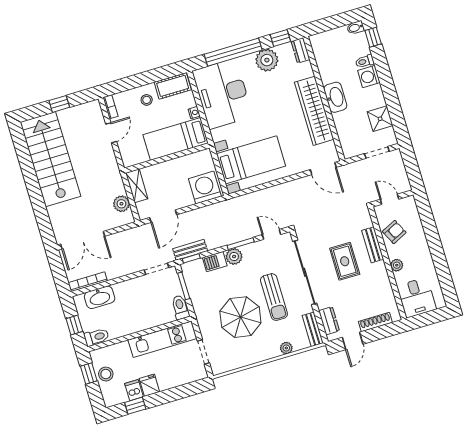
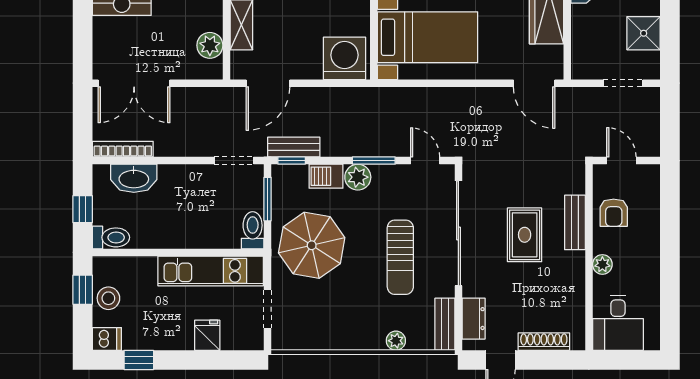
armchair: (394, 232) -> (614, 213), turned 116
parasol: (240, 317) -> (312, 245), moved
fridge: (149, 385) -> (207, 335), moved
dishwasher: (134, 390) -> (107, 339), moved, turned 90

